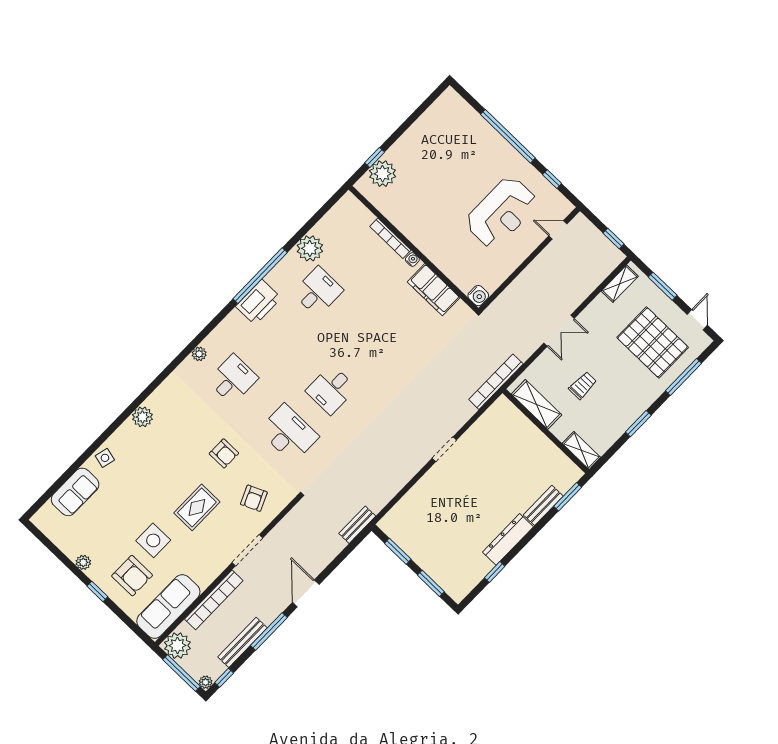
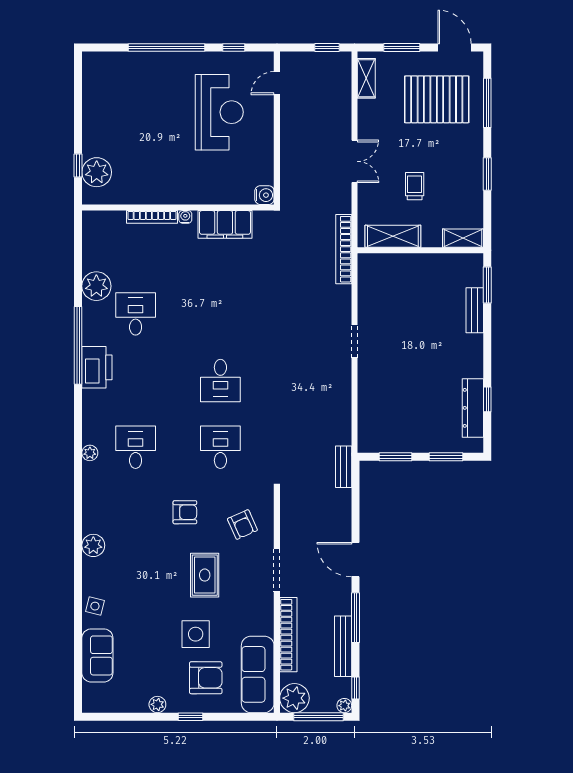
door: (697, 320) -> (455, 48), width x1.38
desk: (289, 433) -> (220, 447), width x0.73
dresser: (508, 539) -> (473, 408), moved

